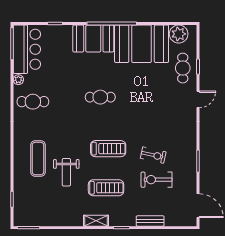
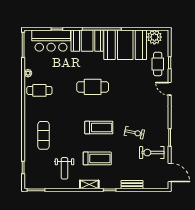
bar counter: (27, 49) -> (51, 41), moved, turned 90
cafe table: (100, 97) -> (93, 87), width x1.37, depth x1.35
door: (198, 99) -> (170, 89), swing flipped
weight bench: (66, 172) -> (64, 168), moved
exercise bike: (157, 180) -> (152, 153), moved

